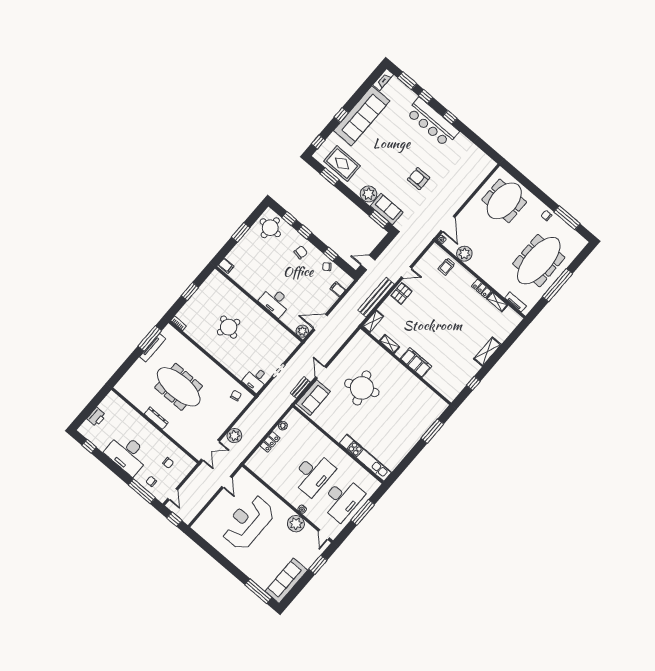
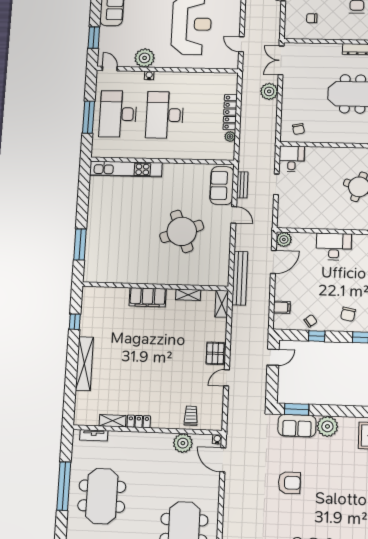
meeting table: (539, 261) -> (102, 496), width x0.73
bench: (376, 297) -> (240, 278), moved
shelving: (487, 352) -> (84, 364), width x1.47
locker: (270, 442) -> (230, 112), width x1.53

